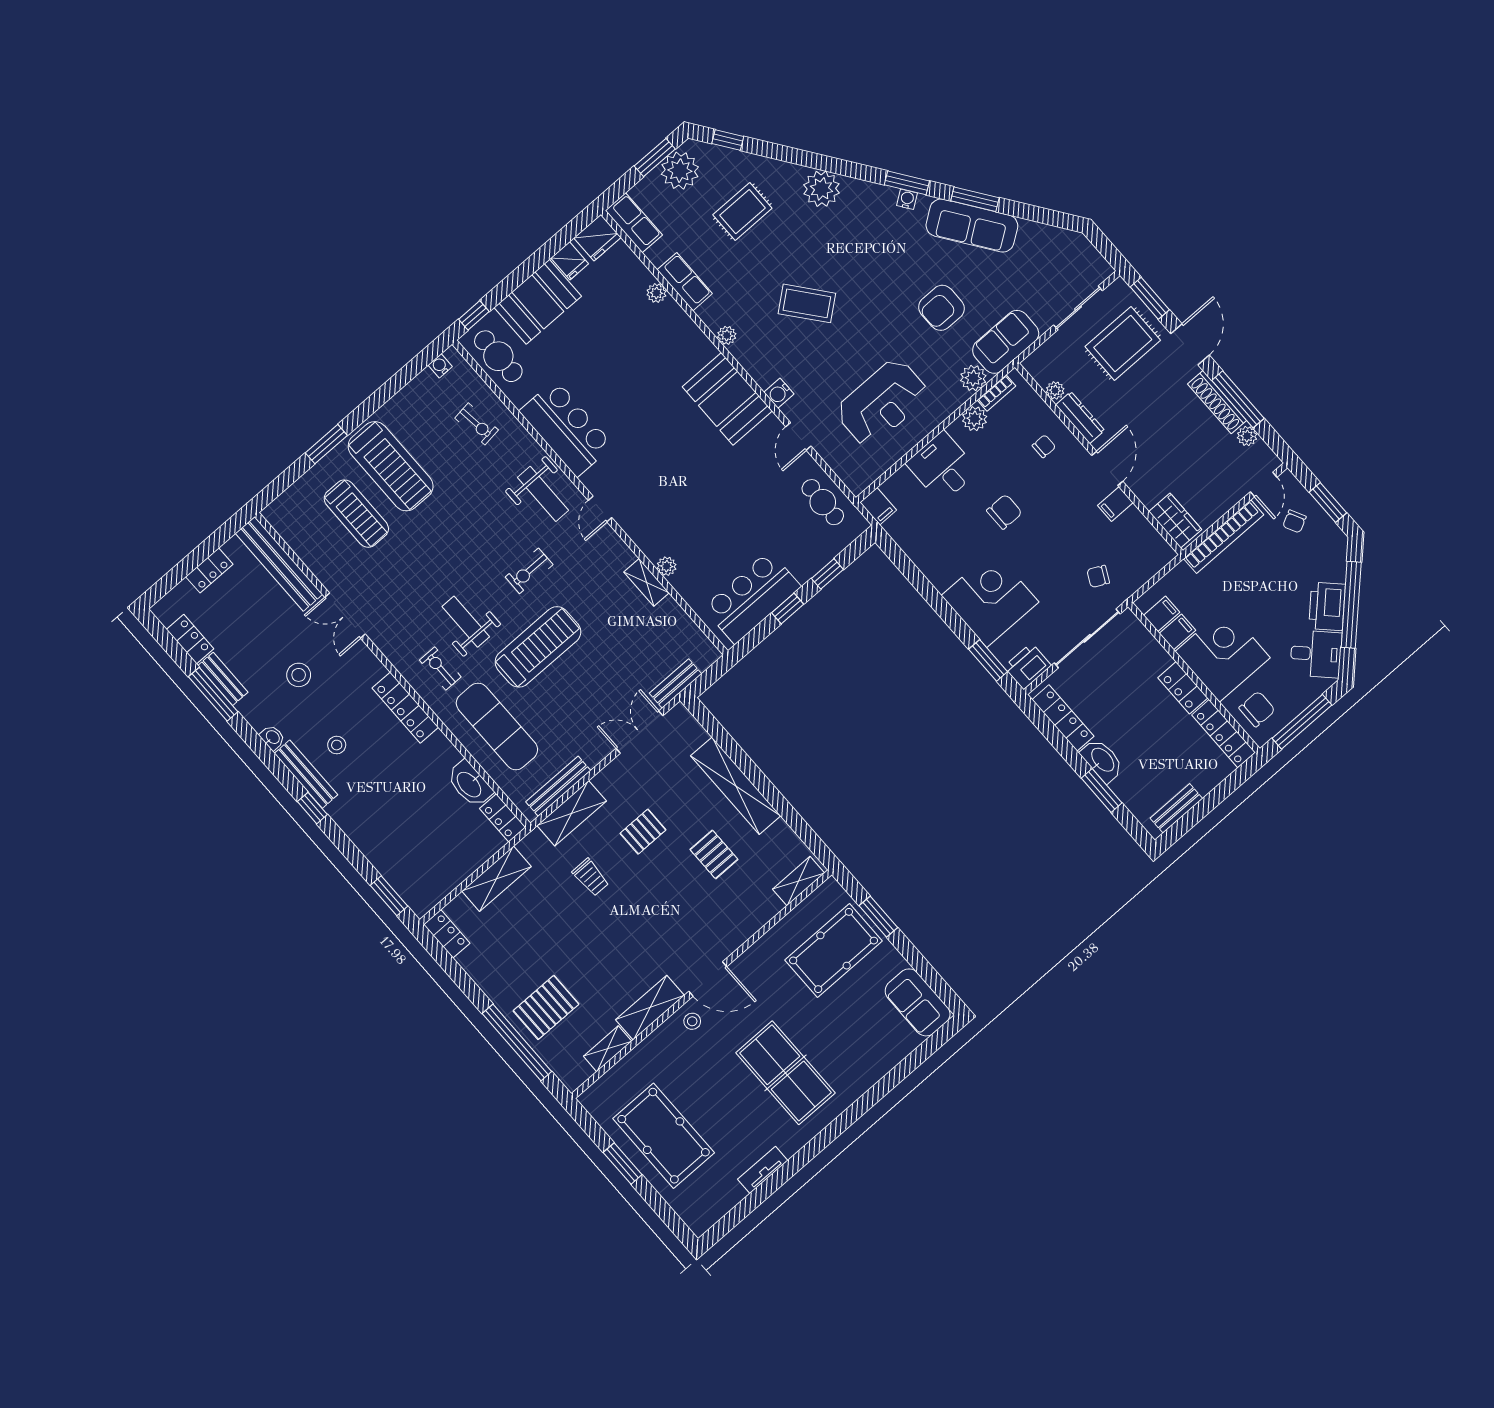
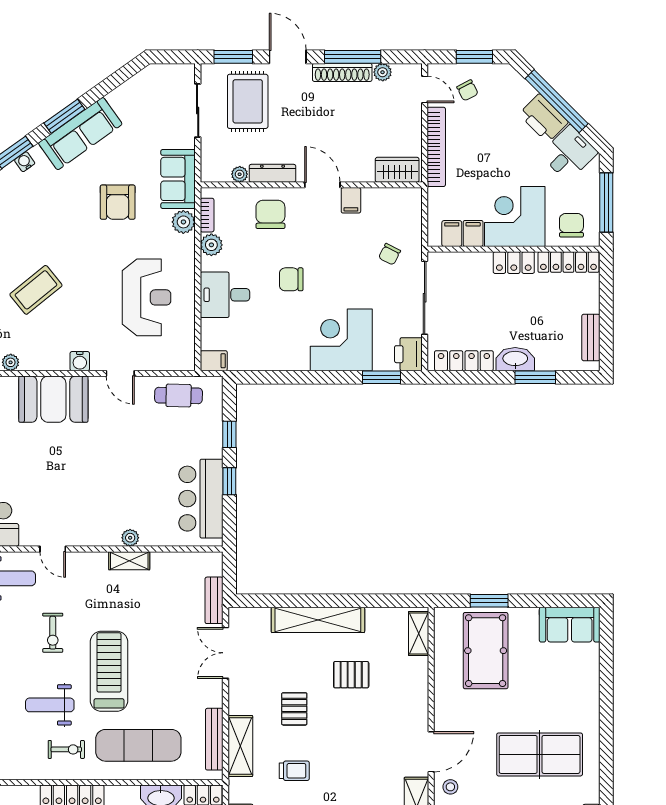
chair: (1044, 446) -> (270, 214), width x1.87, depth x1.87
chair: (1004, 512) -> (291, 279), turned -90
exercise bike: (440, 668) -> (66, 749), turned 180

